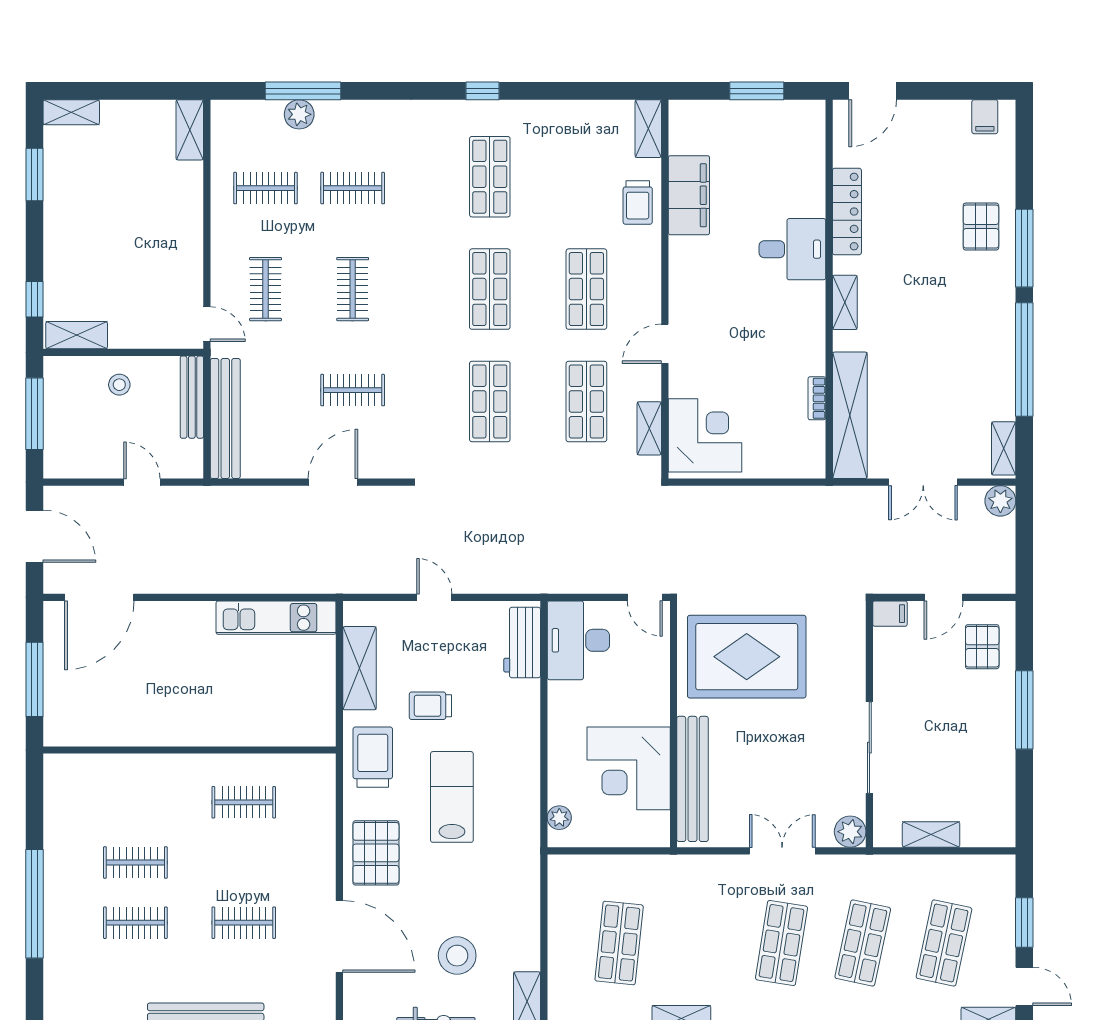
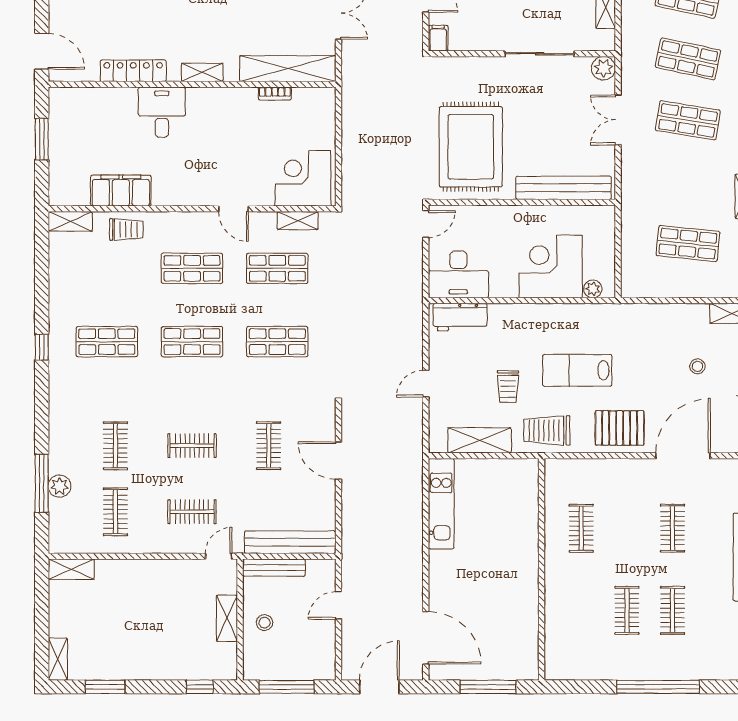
shelving: (77, 335) -> (227, 618), moved
corner desk: (629, 768) -> (551, 267), moved, turned 180
stool: (457, 956) -> (697, 366), width x0.53, depth x0.53

